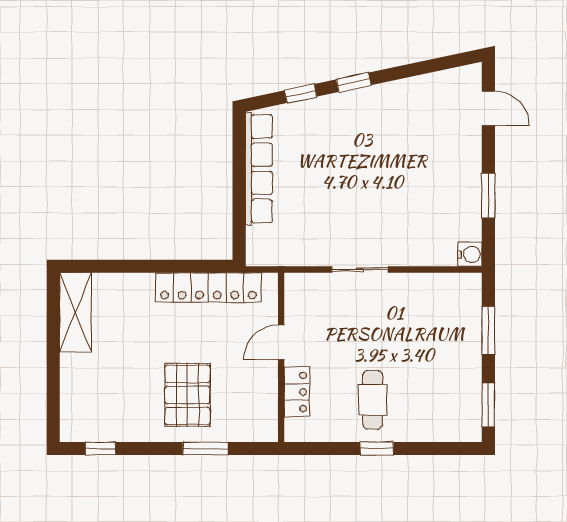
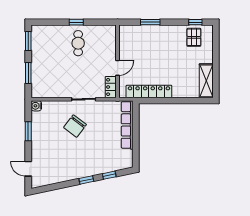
row of seats: (259, 169) -> (127, 125), moved
chair: (380, 207) -> (75, 126), added
locker: (297, 392) -> (111, 87), moved
pallet: (187, 395) -> (194, 37), moved, width x0.67, depth x0.71

